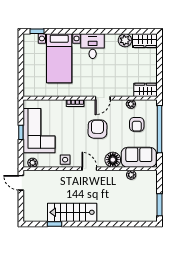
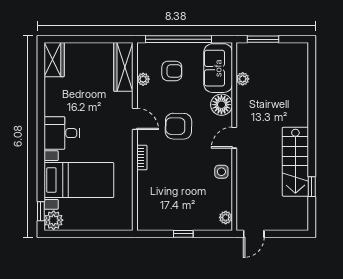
plant: (125, 40) -> (54, 220), moved
wardrobe: (145, 90) -> (123, 67), width x1.50
corner sofa: (39, 131) -> (181, 208), removed
window: (159, 205) -> (263, 39), moved

